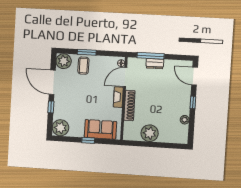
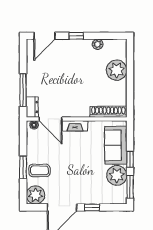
dresser: (155, 64) -> (32, 107), moved
shoe rack: (129, 105) -> (108, 112), moved
plant: (60, 128) -> (117, 175), moved
plant: (150, 133) -> (117, 70), moved
window: (66, 139) -> (130, 187), added

